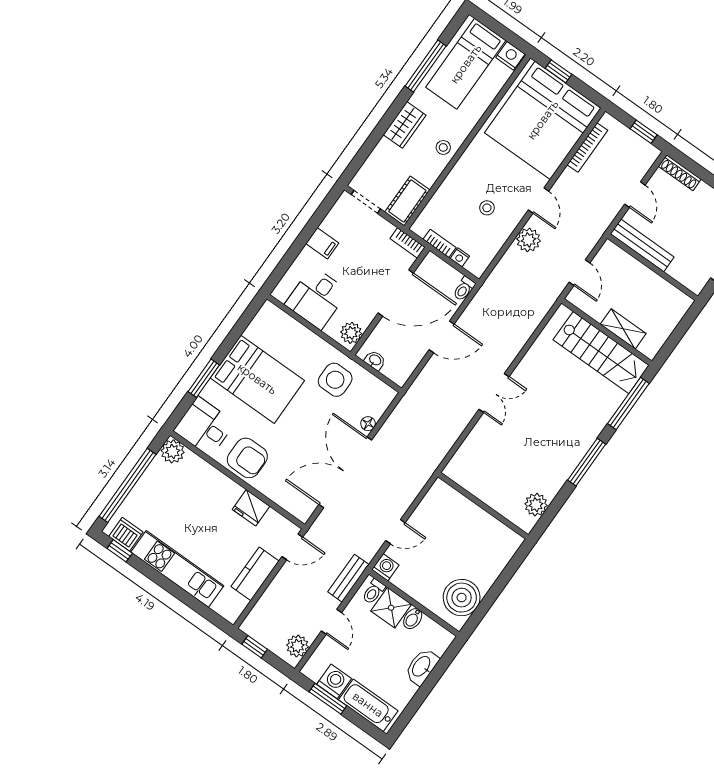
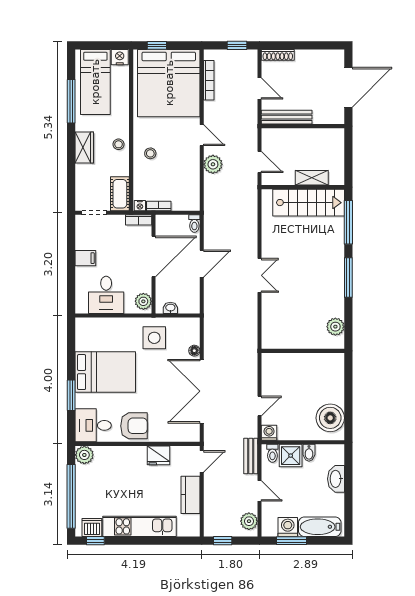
stool: (487, 208) -> (150, 153), moved
nightstand: (460, 257) -> (140, 206), moved

